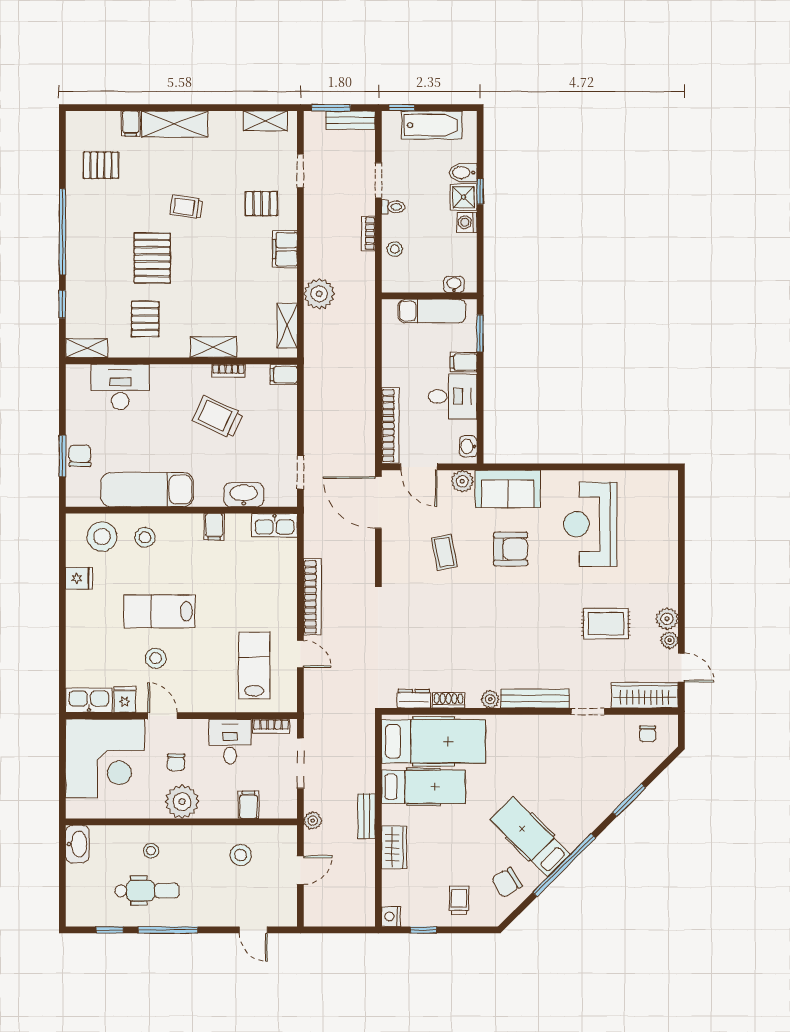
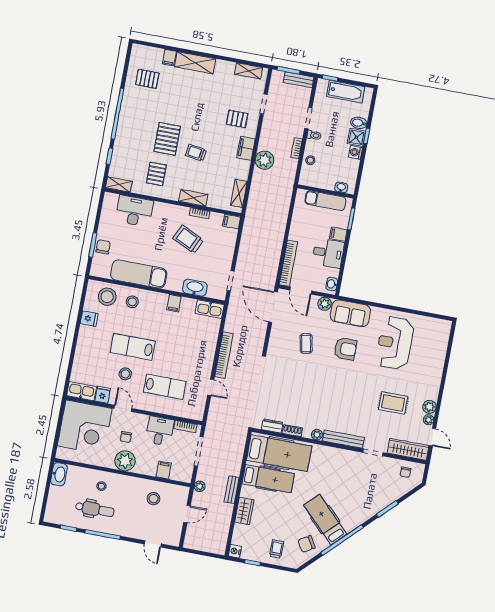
trolley: (186, 207) -> (196, 153), moved
plant: (319, 294) -> (264, 160), moved
lab bench: (254, 665) -> (165, 387), moved, turned 90

